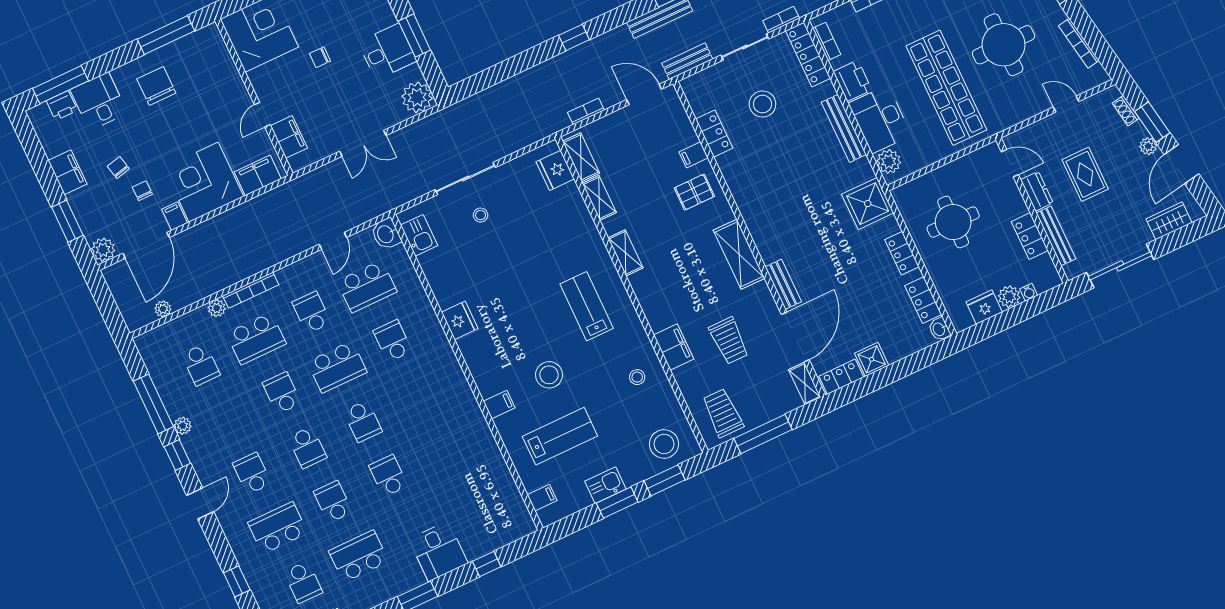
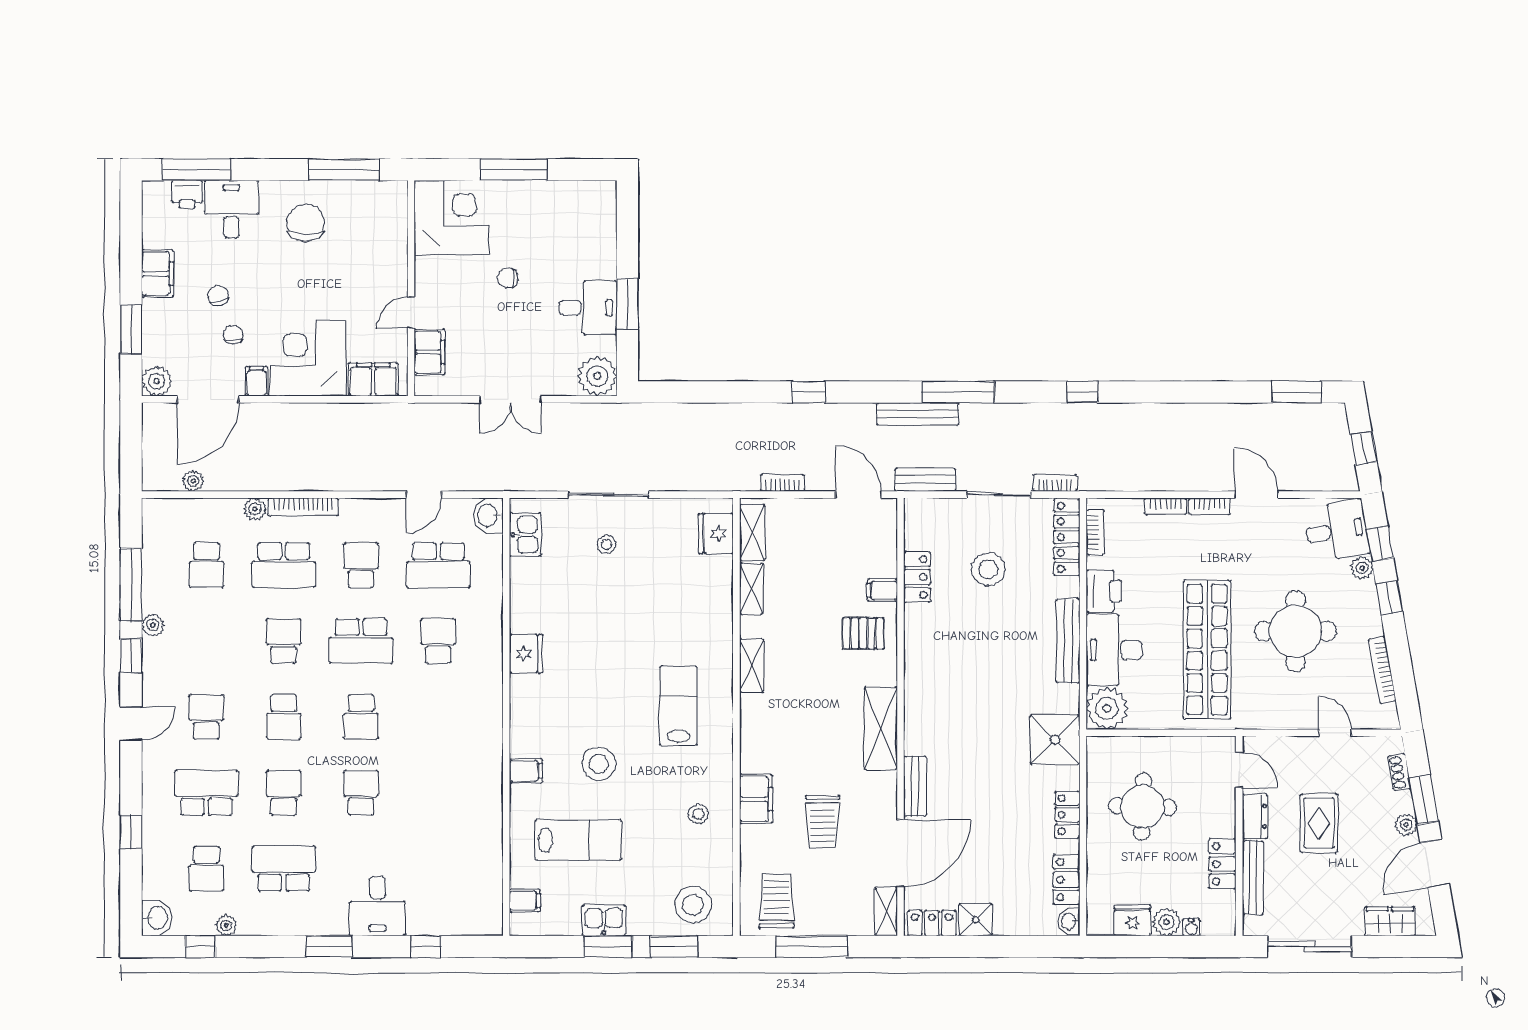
plant: (889, 162) -> (1107, 708), width x1.36, depth x1.36

